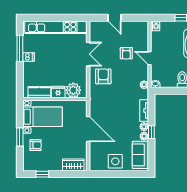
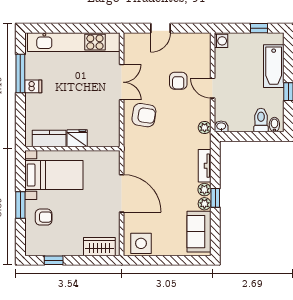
door: (114, 18) -> (161, 28), hinge flipped
armchair: (103, 76) -> (144, 115), turned 99
plant: (73, 90) -> (100, 136), removed
side table: (115, 161) -> (141, 243), moved

